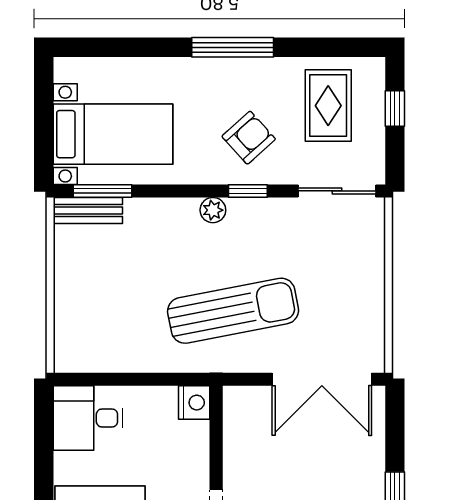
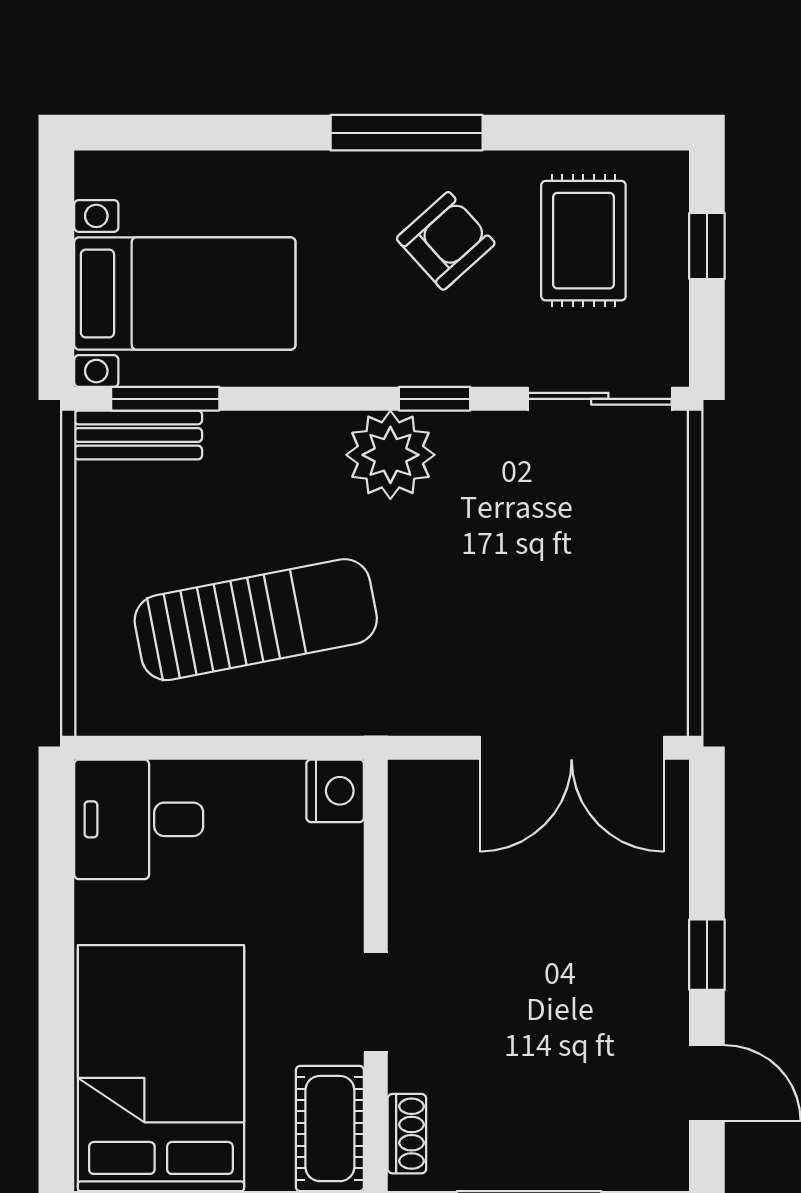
armchair: (249, 138) -> (446, 241), moved
plant: (213, 210) -> (390, 455), width x1.87, depth x1.87
sun lounger: (233, 311) -> (256, 620), moved

